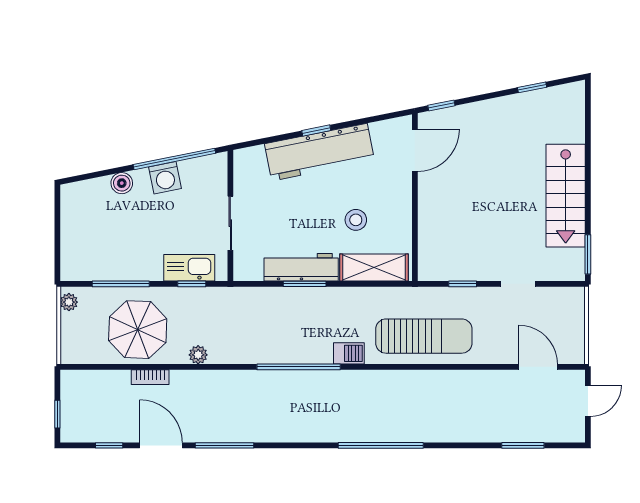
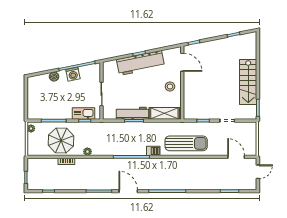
door: (415, 150) -> (182, 62), hinge flipped
stool: (356, 220) -> (170, 86), moved
door: (161, 445) -> (128, 191), moved

